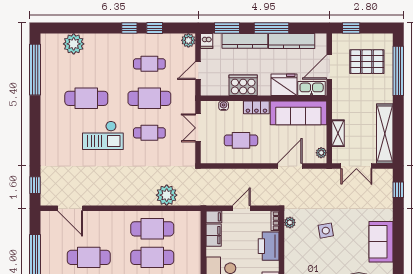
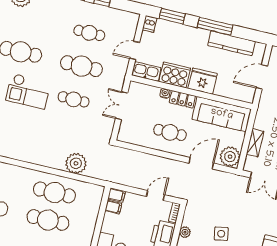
plant: (188, 40) -> (132, 19), removed
kitchen counter: (245, 41) -> (186, 33), removed
fridge: (284, 85) -> (203, 81), moved
kitchen sink: (312, 88) -> (146, 71), moved
water cooler: (224, 106) -> (165, 93), moved
cafe table: (241, 140) -> (170, 132), moved
plant: (321, 153) -> (230, 157), width x1.87, depth x1.87
door: (241, 208) -> (155, 196), moved
plant: (290, 223) -> (185, 232), moved
filing cabinet: (214, 235) -> (113, 207), width x0.50

